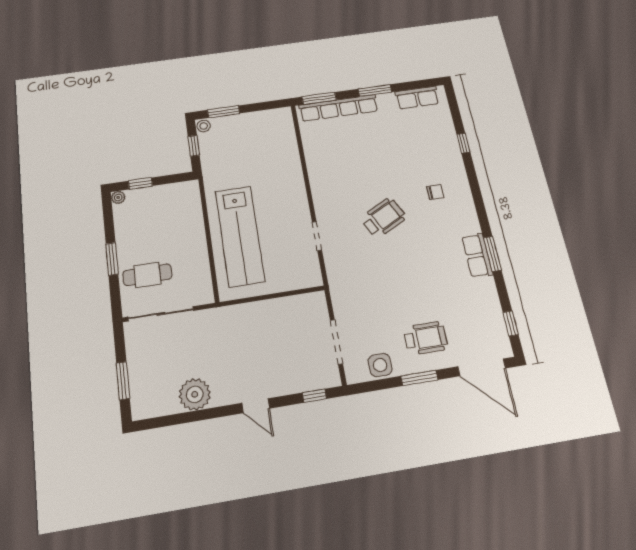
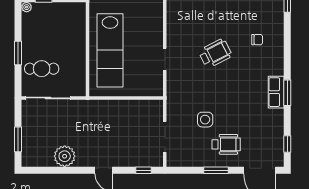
side table: (380, 365) -> (205, 120), moved

